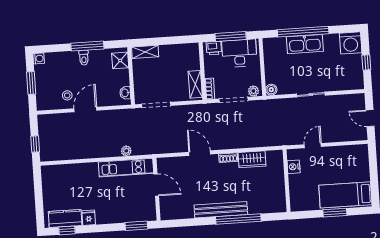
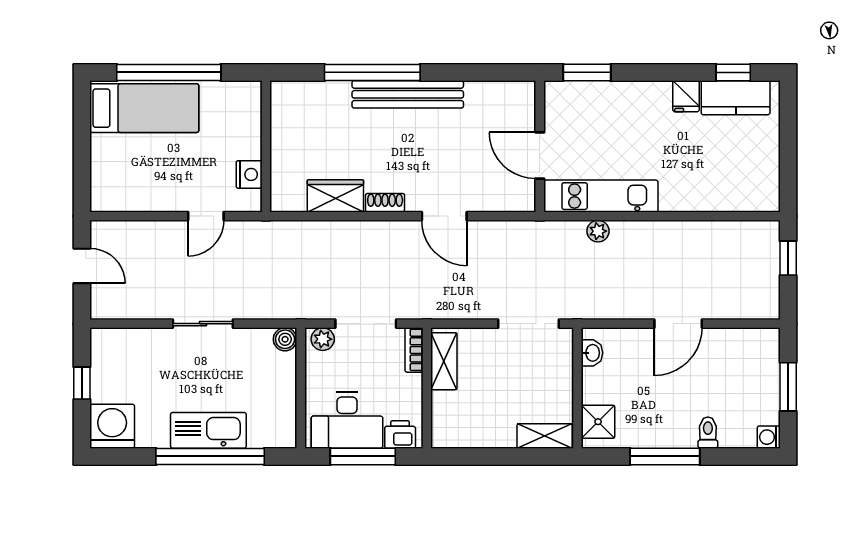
toilet: (84, 58) -> (708, 433), moved
stool: (67, 95) -> (714, 356), removed
window: (335, 213) -> (169, 72), width x2.11

